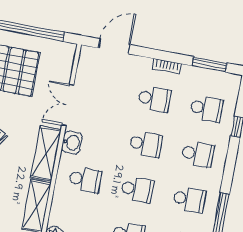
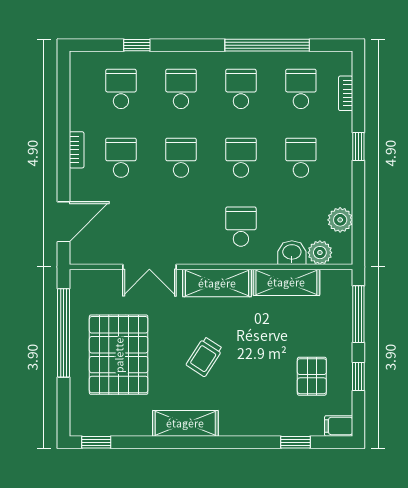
door: (114, 46) -> (63, 222), swing flipped
window: (210, 64) -> (63, 96), removed
washbasin: (72, 143) -> (292, 253), moved

